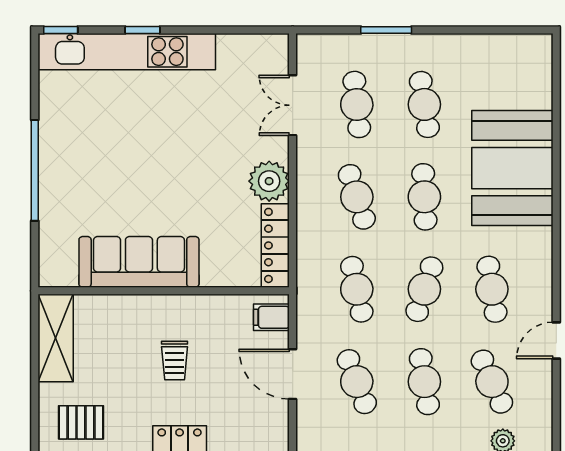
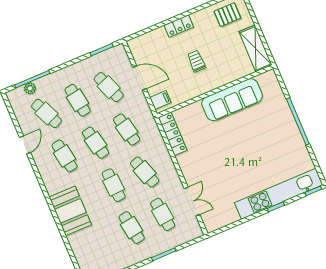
booth: (512, 168) -> (70, 211), width x0.73, depth x0.70
plant: (269, 181) -> (188, 162), removed
cafe table: (424, 289) -> (96, 143), turned -30

